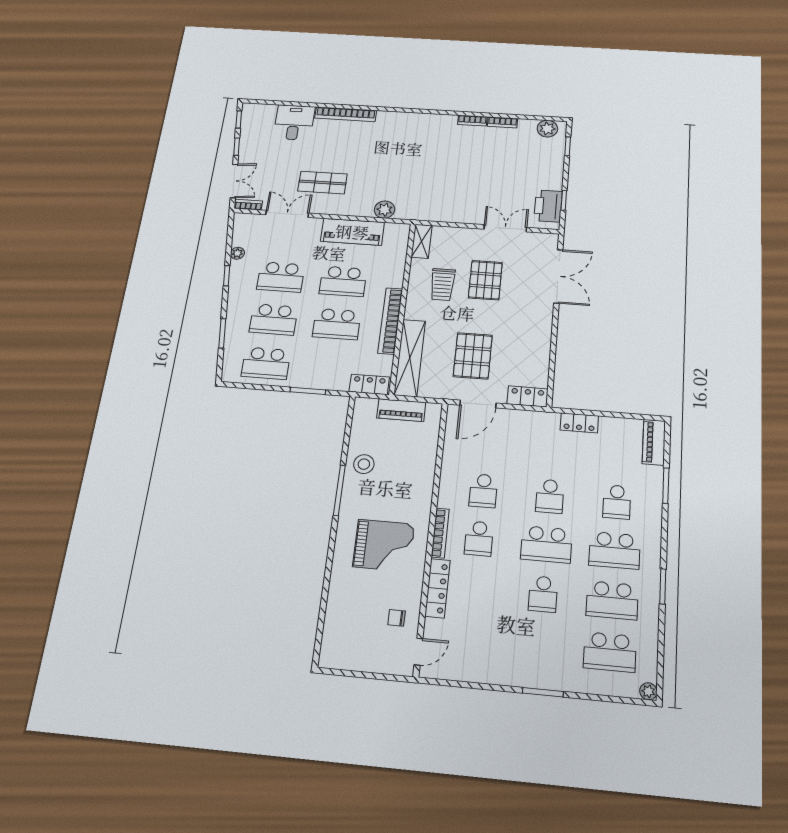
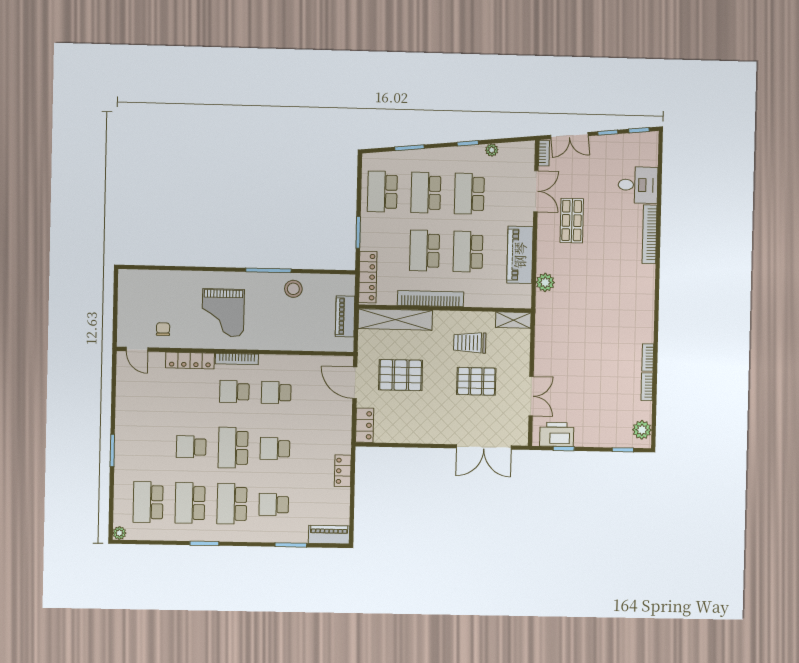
locker: (369, 384) -> (368, 277), width x1.53

